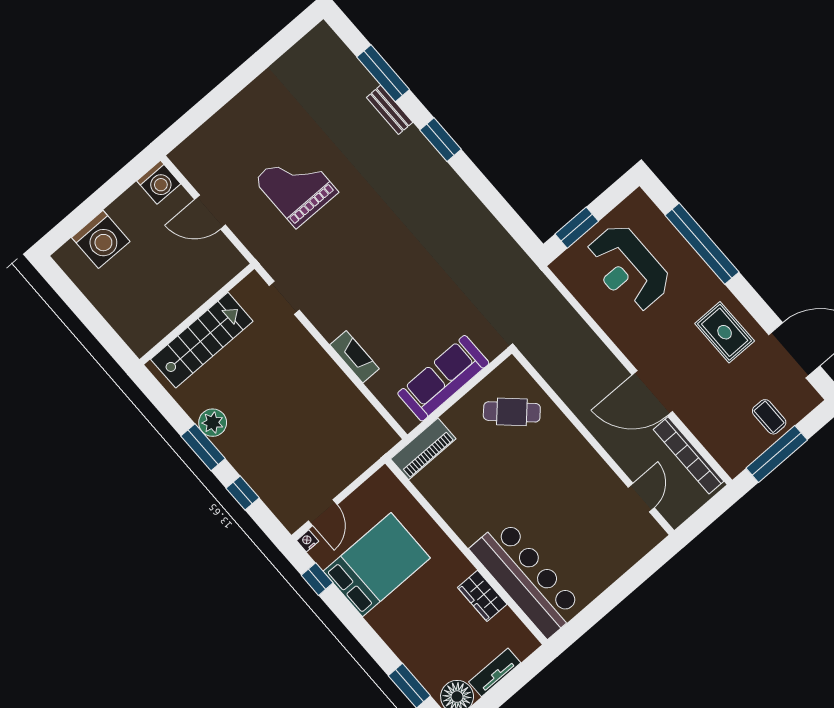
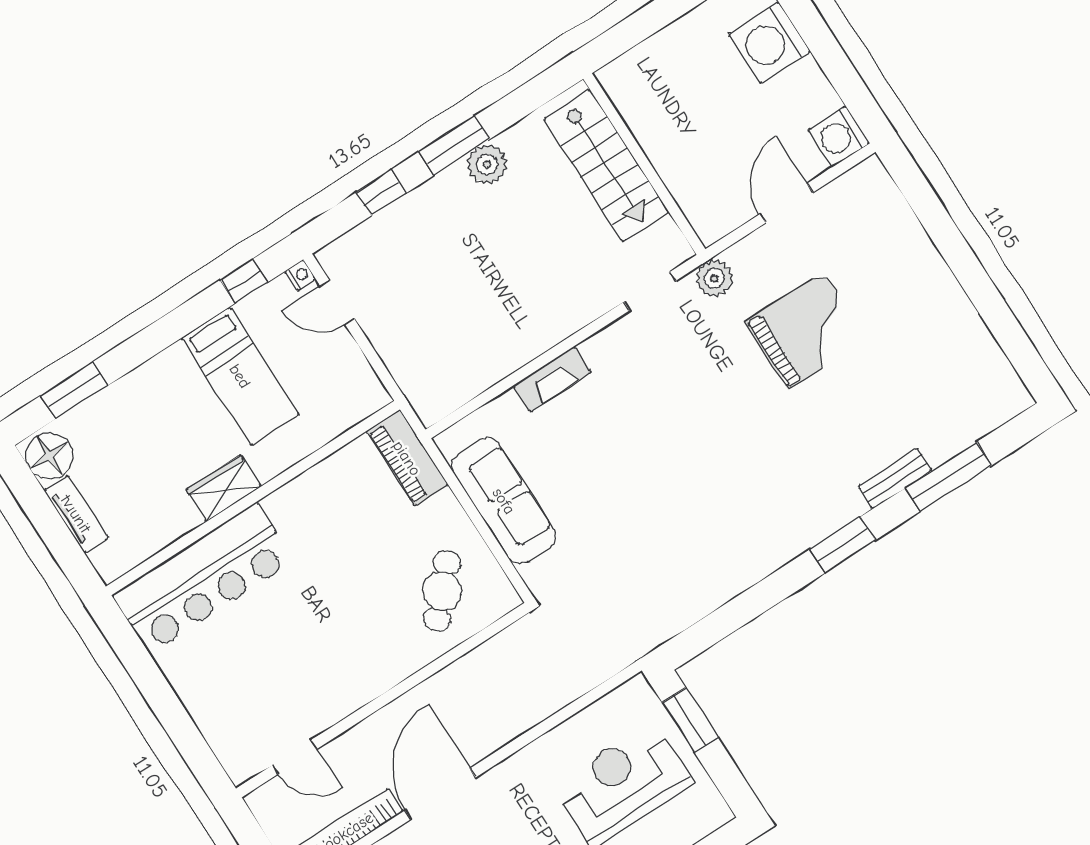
plant: (269, 255) -> (714, 278), added
bed: (377, 565) -> (240, 376), width x0.67
wardrobe: (482, 596) -> (224, 488), moved

